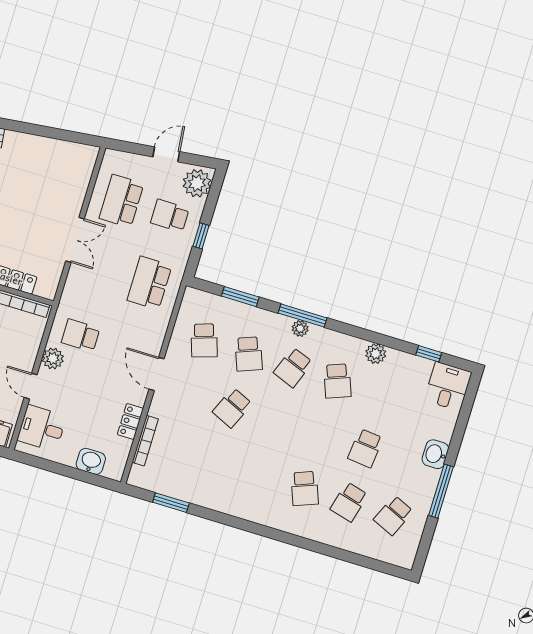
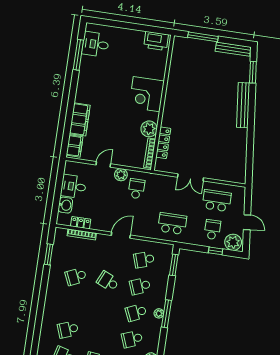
window: (201, 236) -> (216, 251), moved
window: (240, 297) -> (174, 265), moved
school desk: (293, 367) -> (136, 313), turned -45
locker: (130, 421) -> (81, 223), moved
desk: (42, 428) -> (74, 186), moved, turned -90
school desk: (216, 462) -> (76, 277), added

